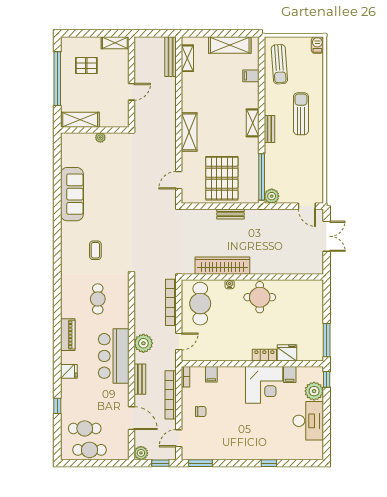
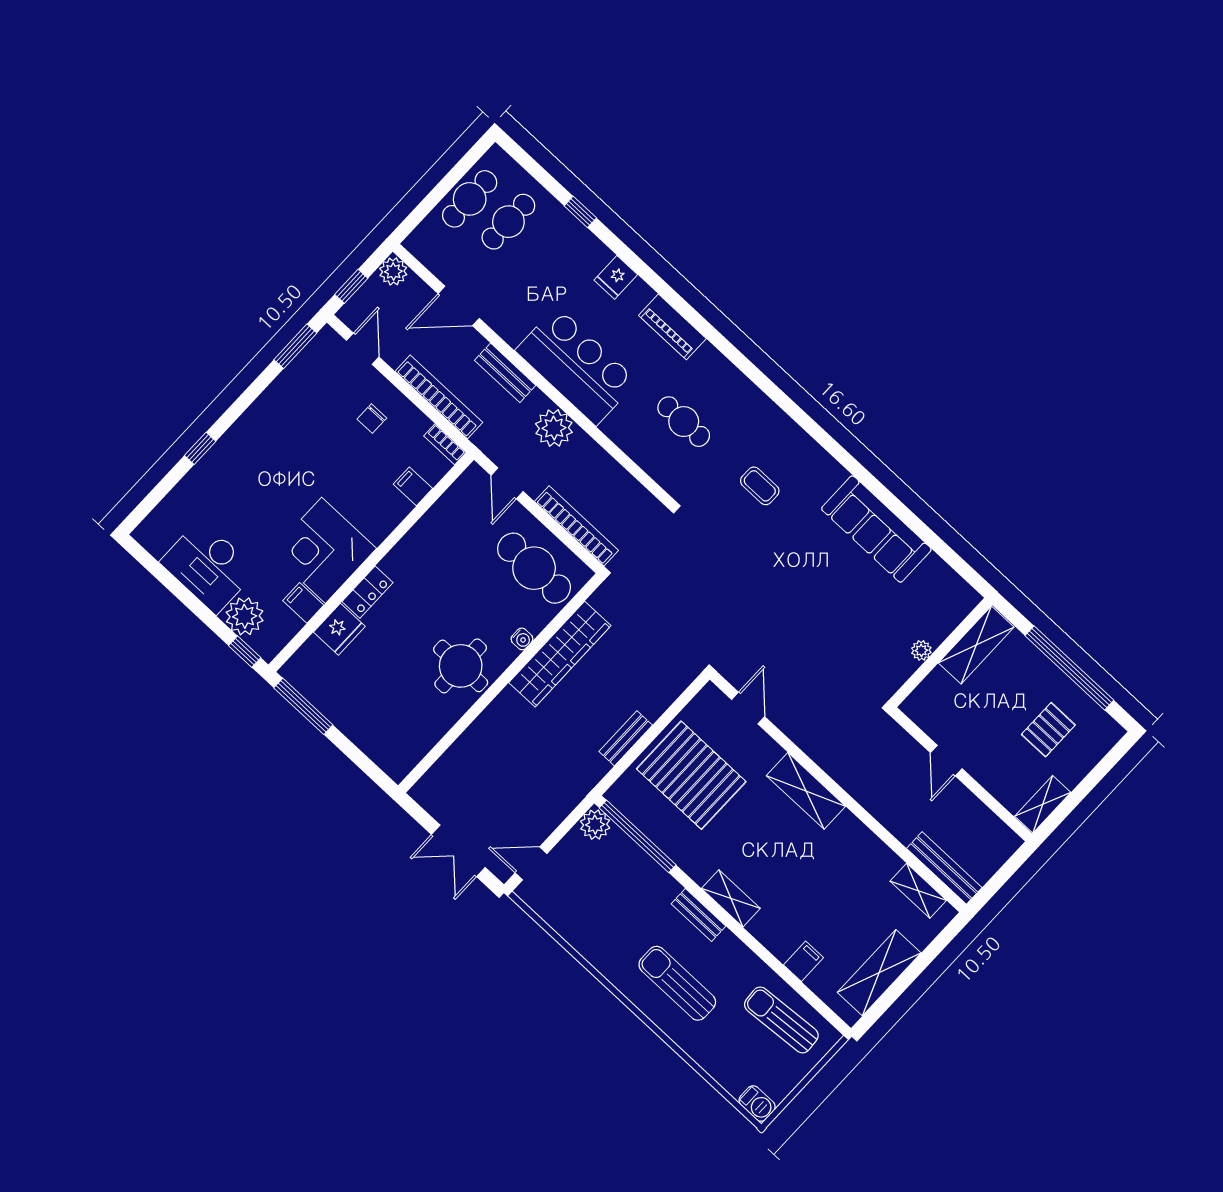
sun lounger: (301, 114) -> (677, 983), turned 180

